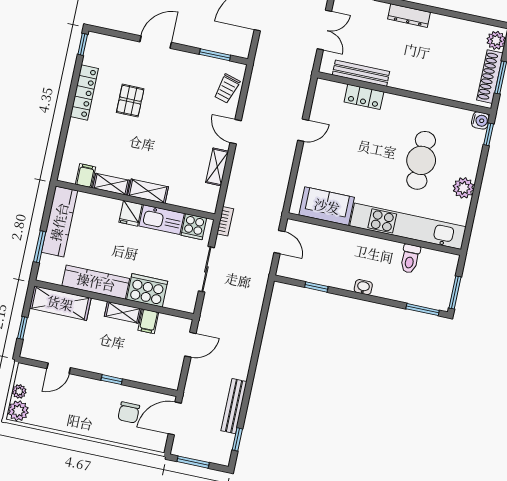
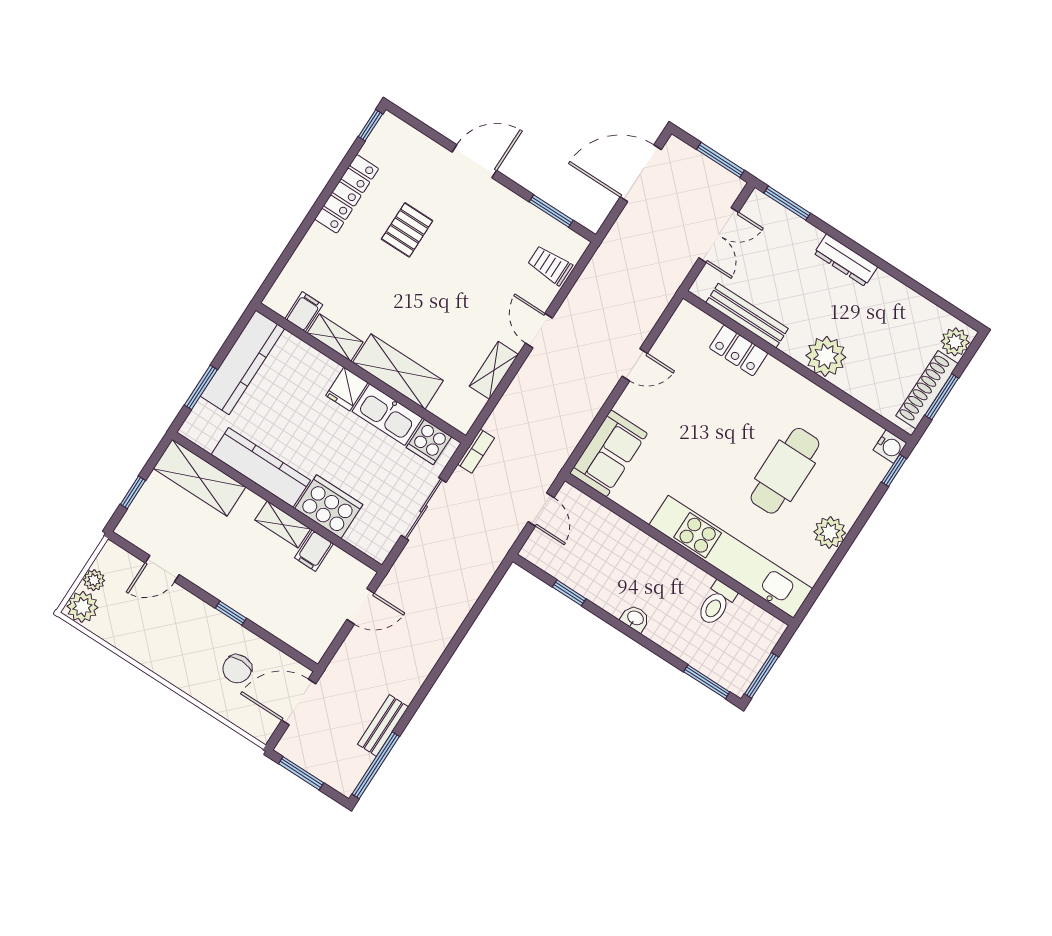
plant: (419, 80) -> (826, 356), added
trolley: (227, 89) -> (550, 265), turned 74
shelving: (148, 191) -> (398, 371), width x1.50, depth x1.33
sofa: (327, 206) -> (609, 453), moved, turned 90
bench: (234, 406) -> (383, 726), width x0.73
window: (237, 439) -> (376, 765), width x2.17

